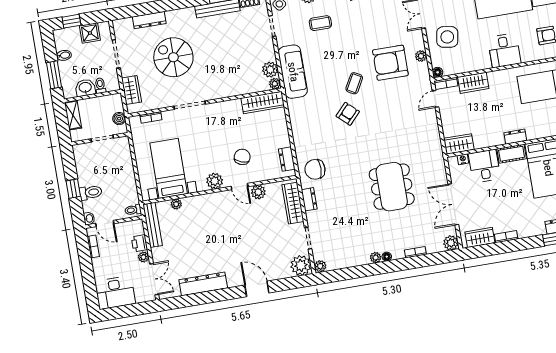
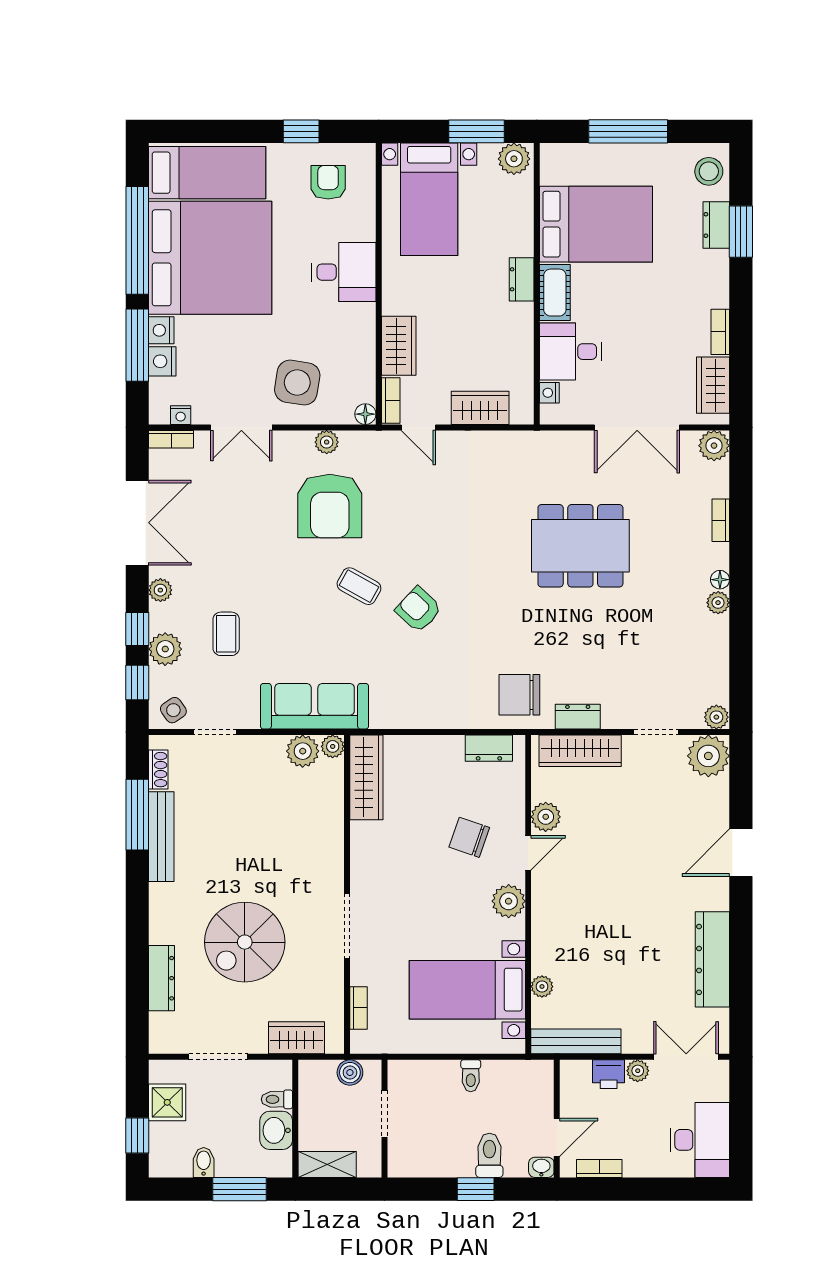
wardrobe: (459, 144) -> (480, 408), moved, turned 90
chair: (315, 169) -> (519, 695), turned 90
toilet: (133, 210) -> (471, 1076), moved

